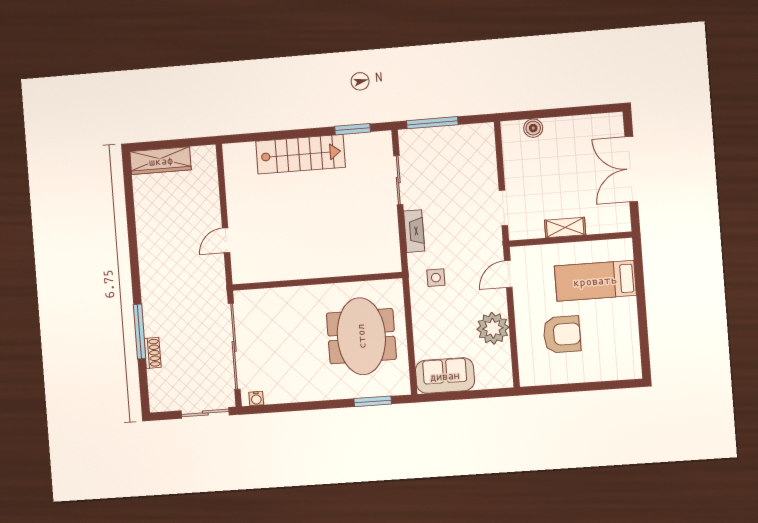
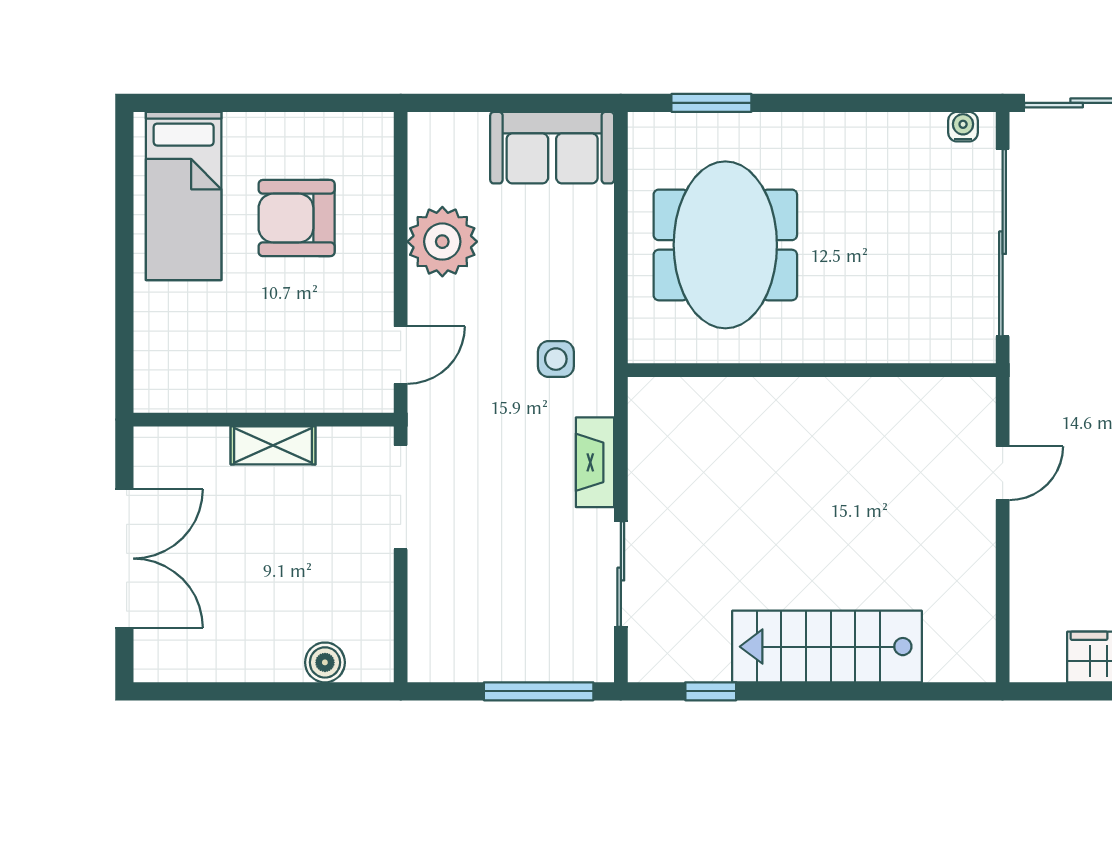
window: (353, 129) -> (711, 691), width x0.67
doorway: (503, 208) -> (401, 497), width x1.38
bed: (595, 281) -> (184, 196), moved, turned 90

